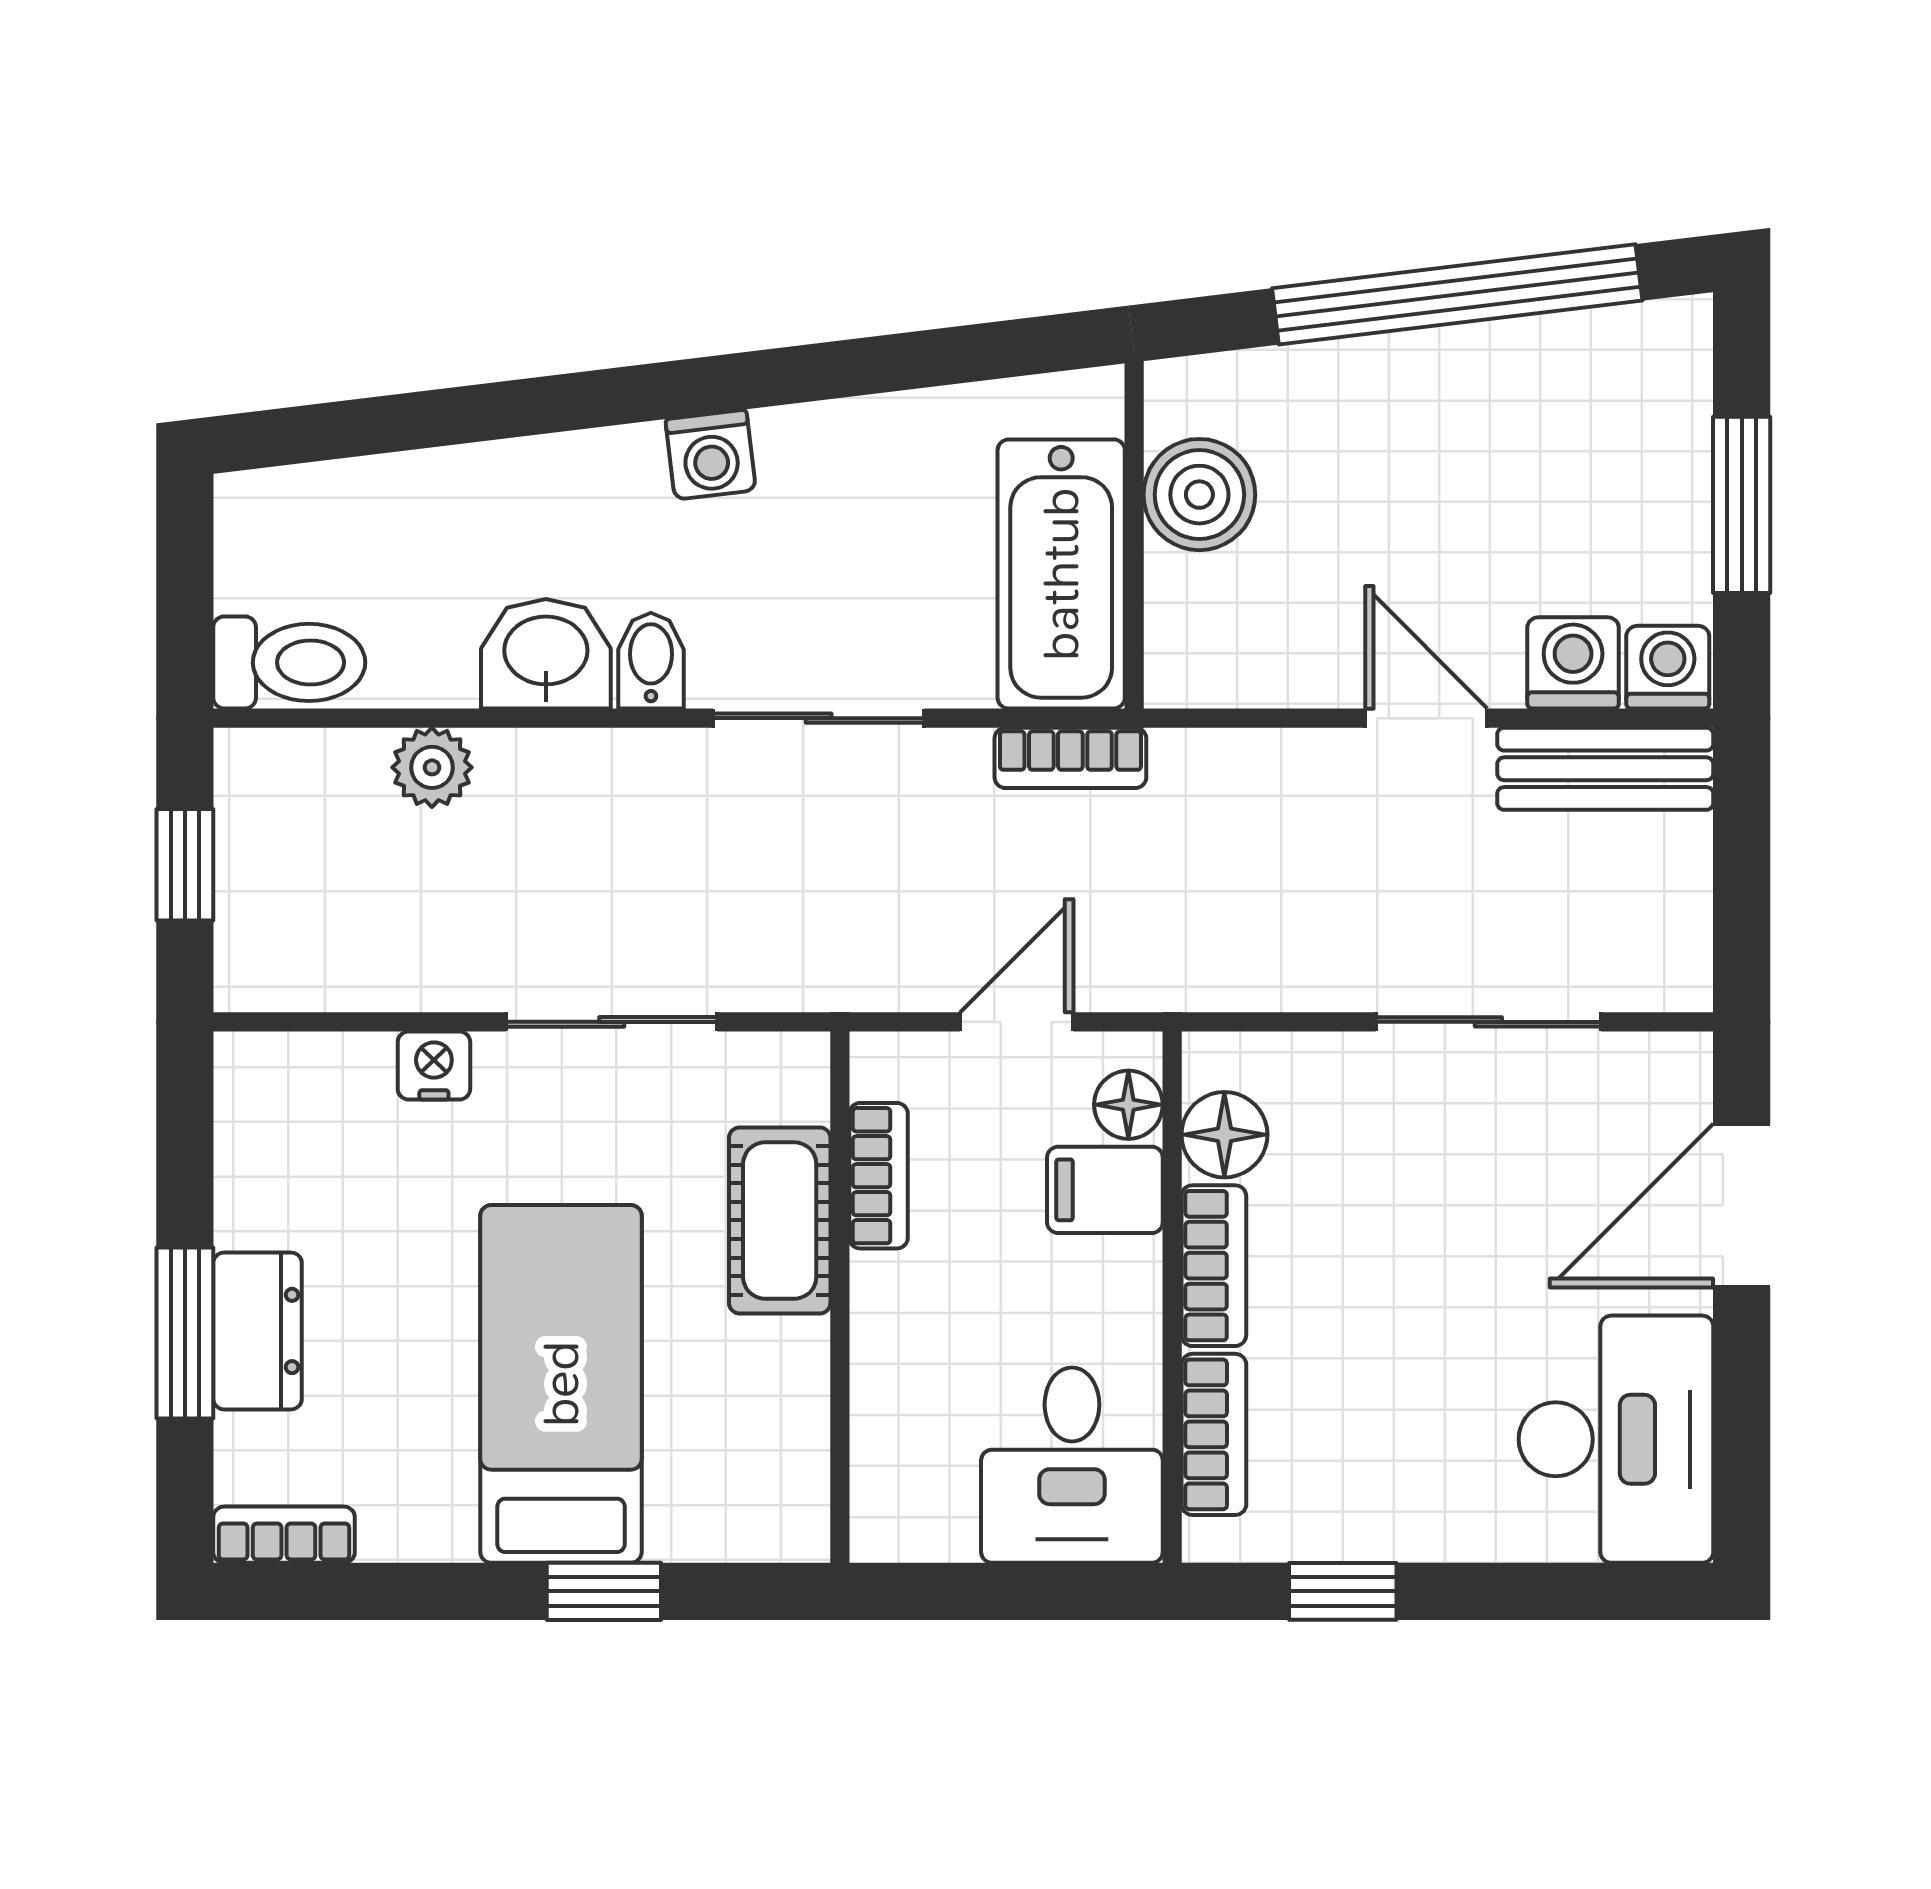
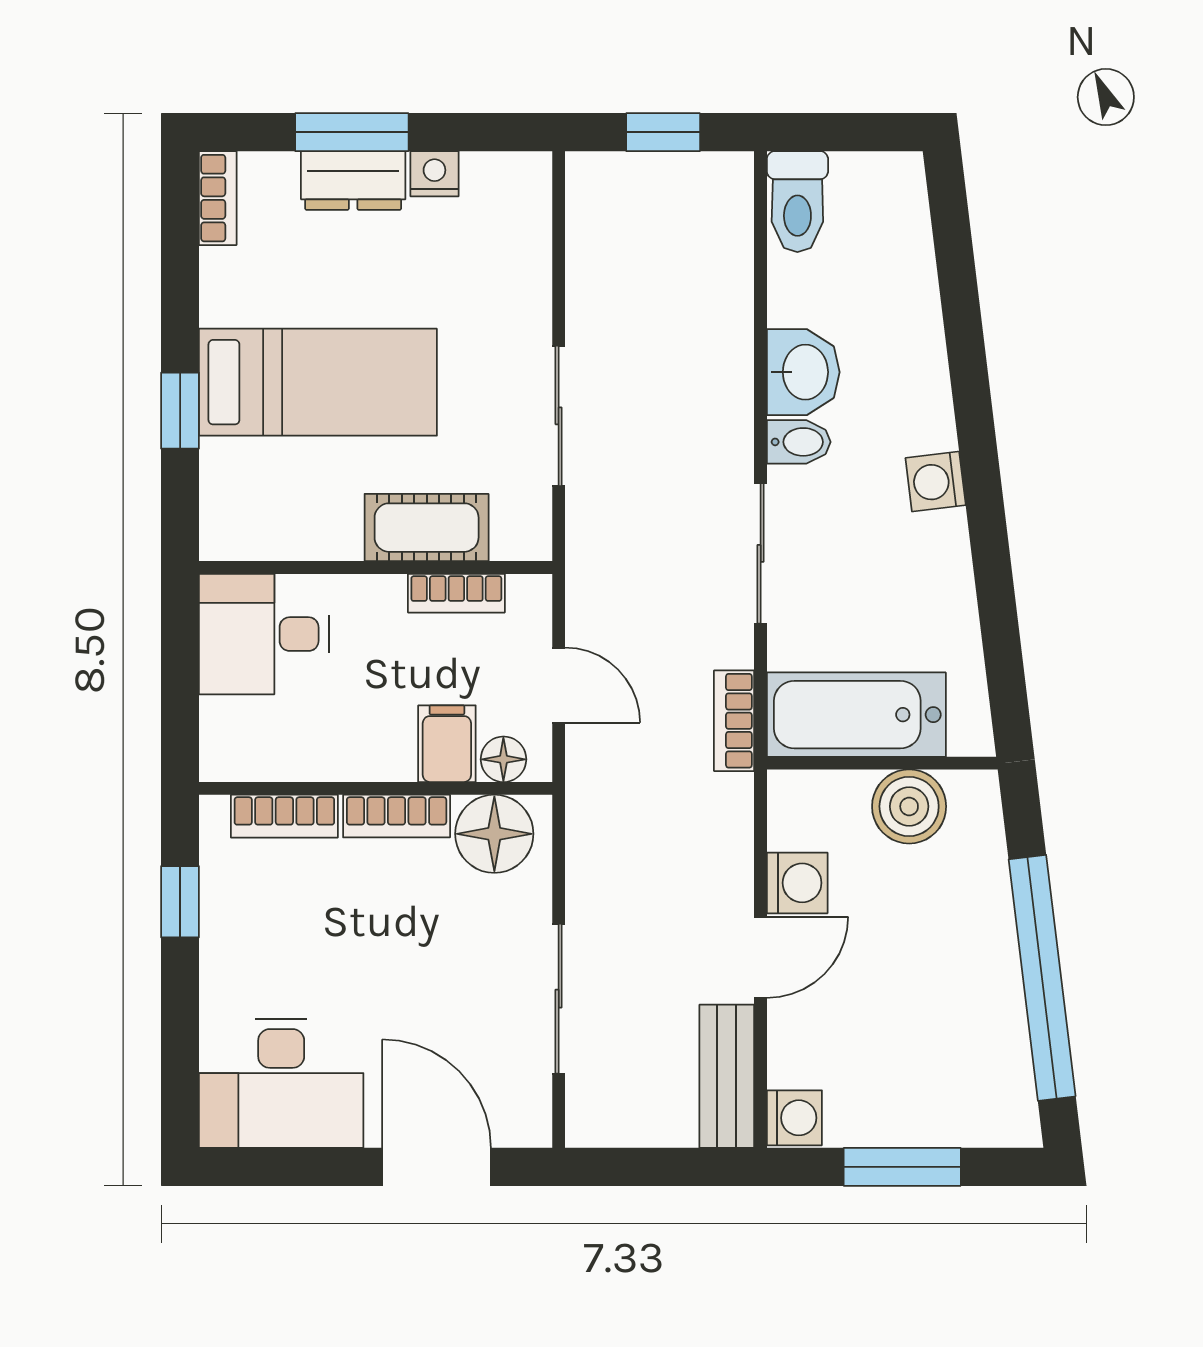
washing machine: (1573, 663) -> (797, 883), moved
plant: (432, 767) -> (728, 296), removed
nightstand: (434, 1066) -> (434, 174), moved, turned -90
floor lamp: (1224, 1135) -> (494, 834), width x1.38, depth x1.38
desk: (1072, 1465) -> (264, 634), moved

